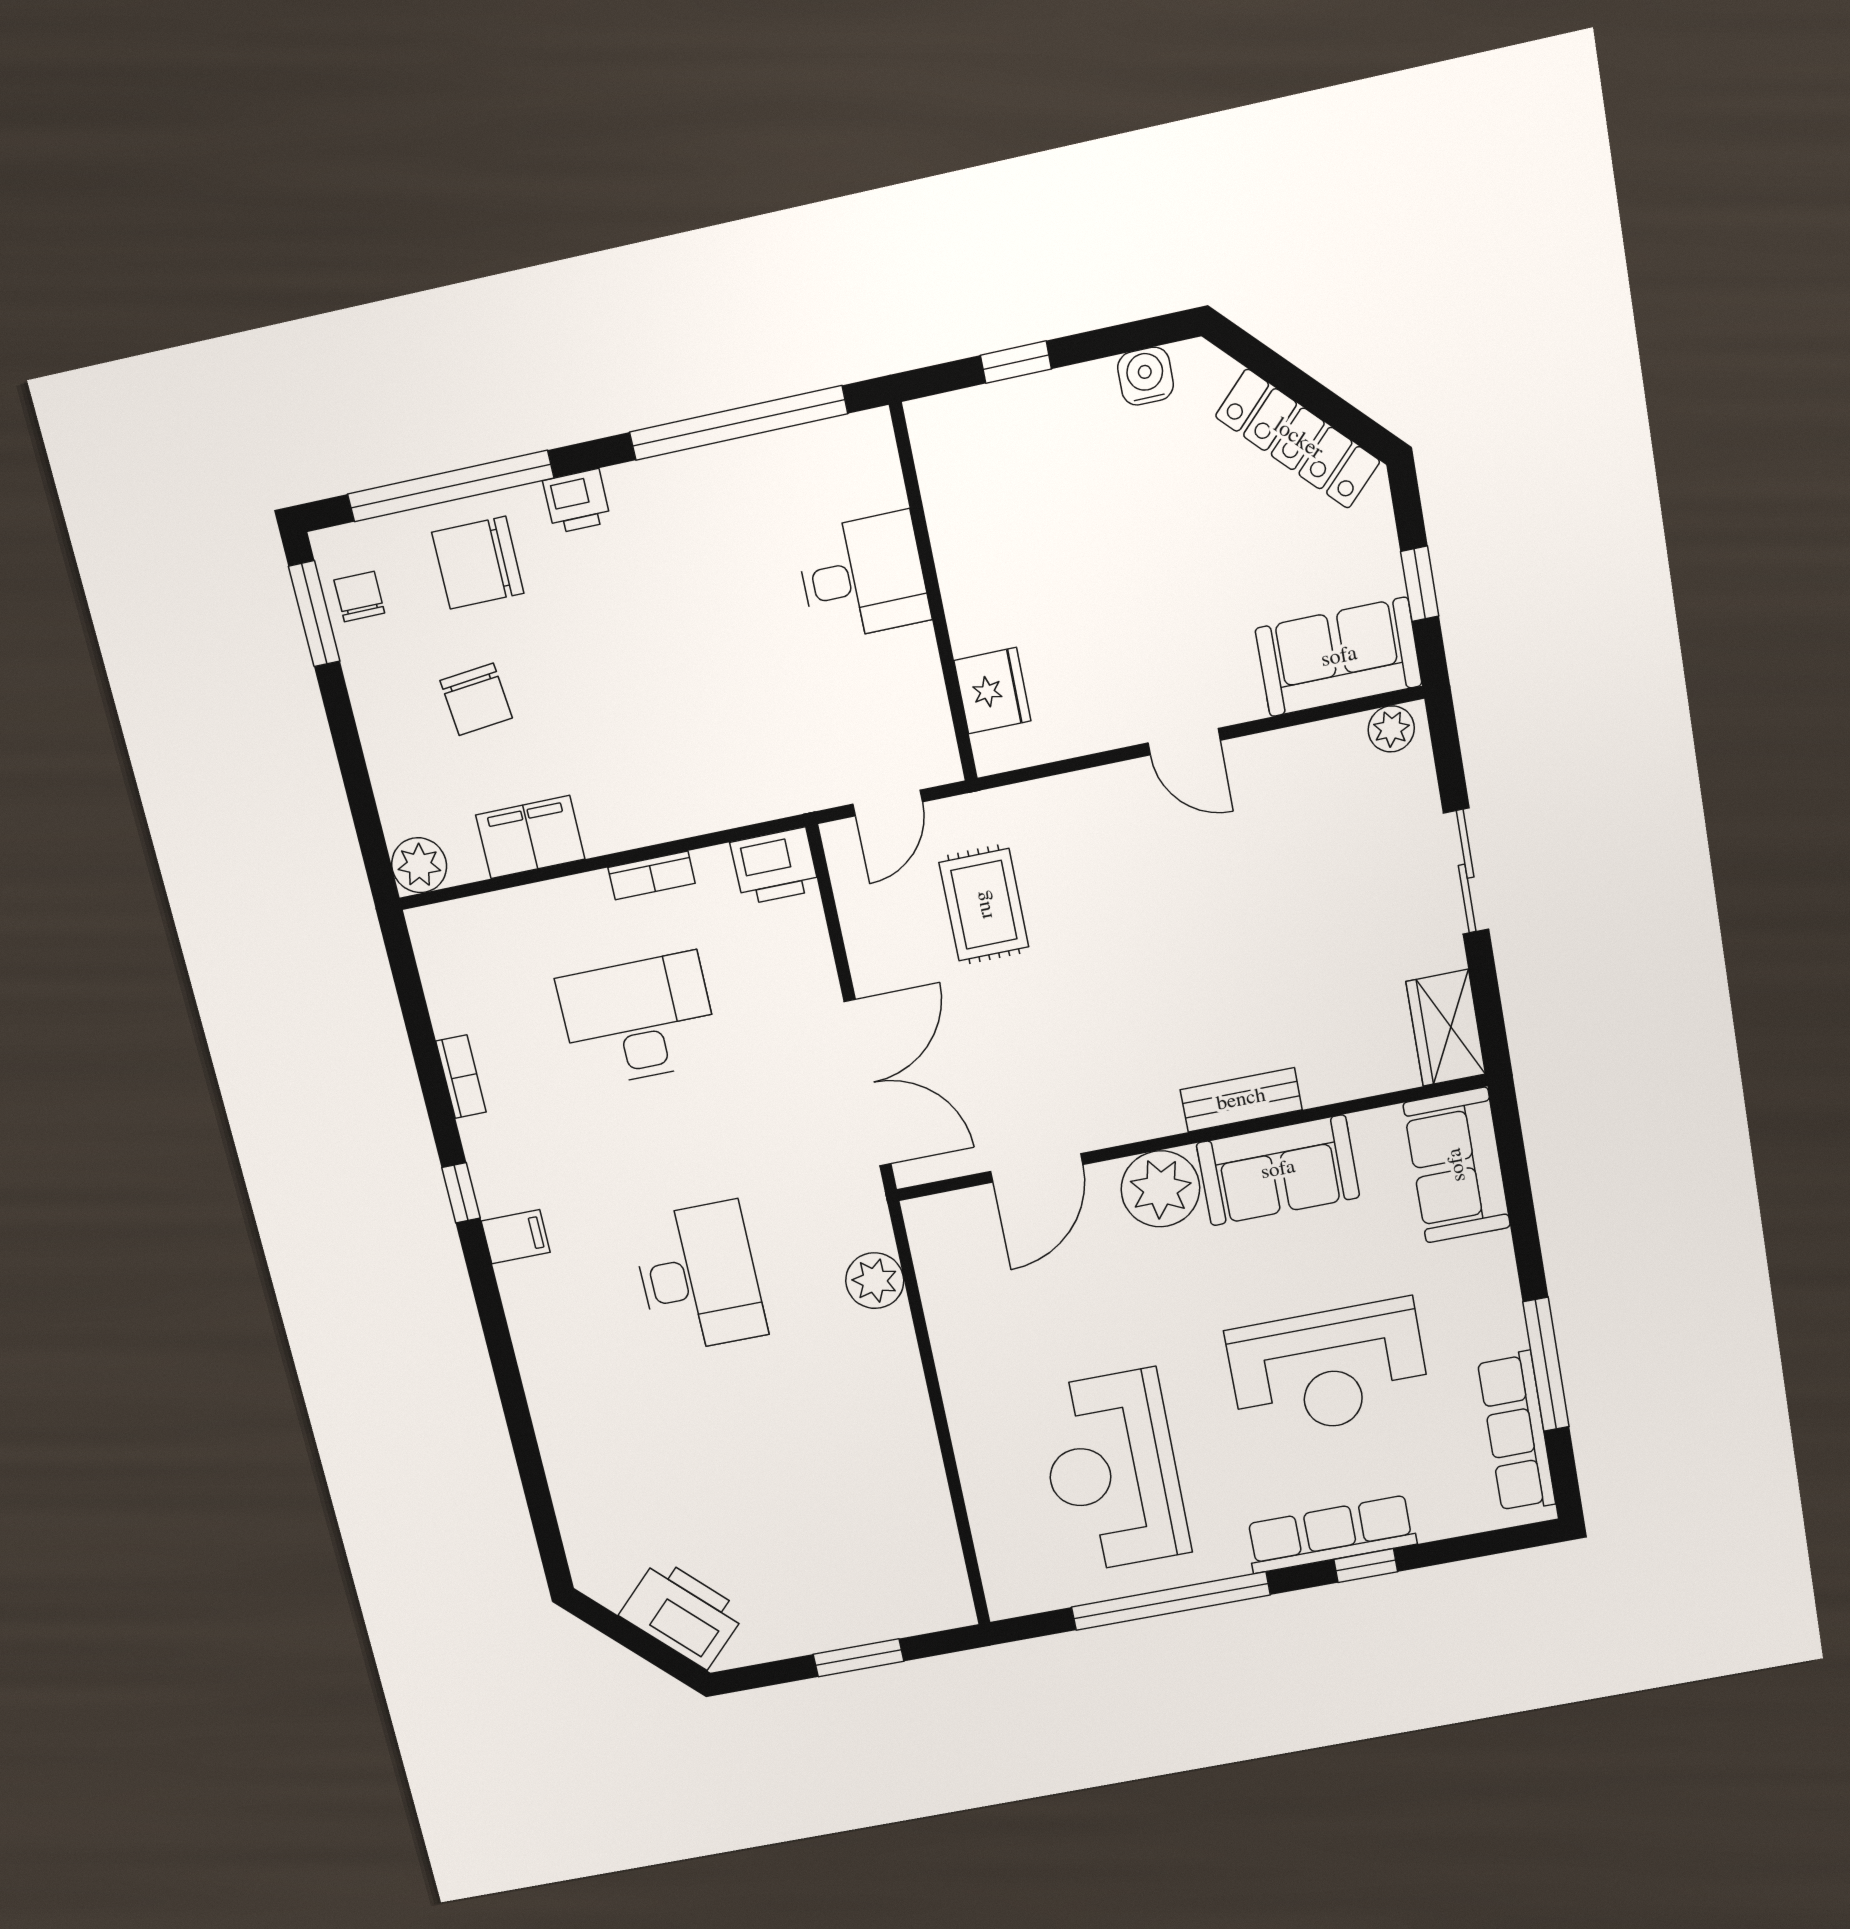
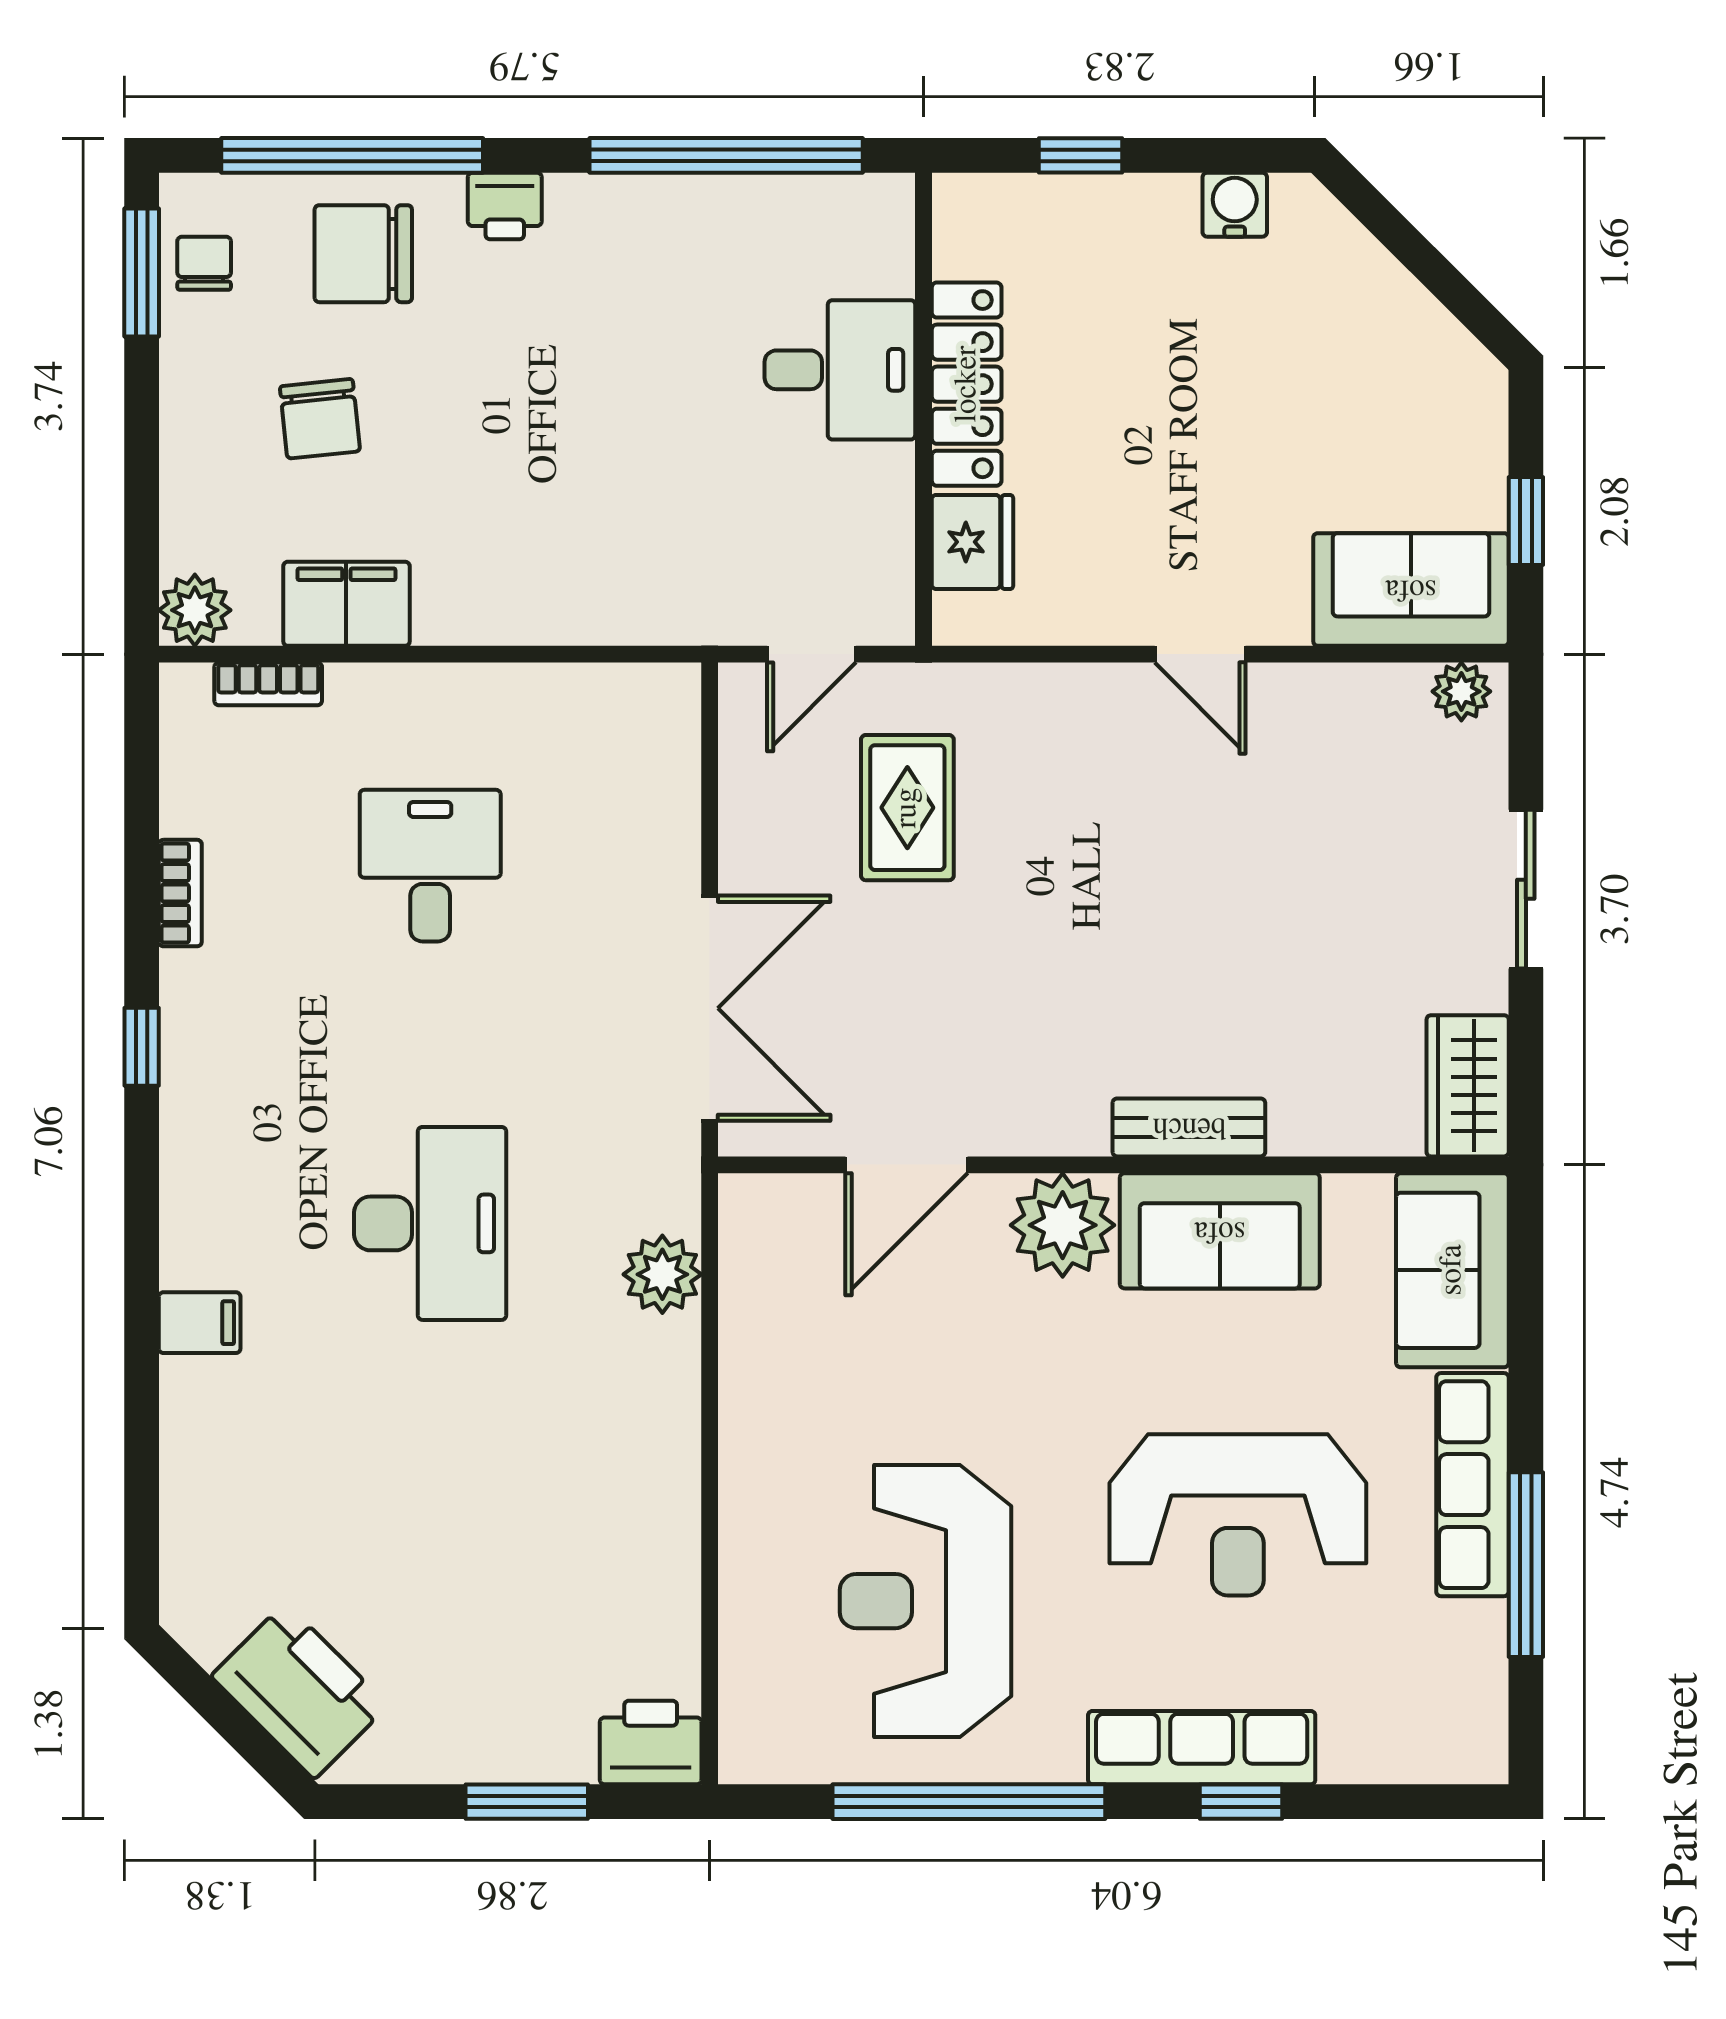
locker: (1298, 439) -> (967, 384), moved, turned -135
printer: (775, 866) -> (651, 1743), moved, turned 180
bookcase: (652, 875) -> (268, 684), moved
desk: (638, 1020) -> (430, 866), width x0.73
filing cabinet: (516, 1237) -> (200, 1323), moved
row of seats: (1516, 1432) -> (1472, 1485), moved

